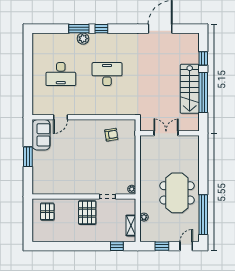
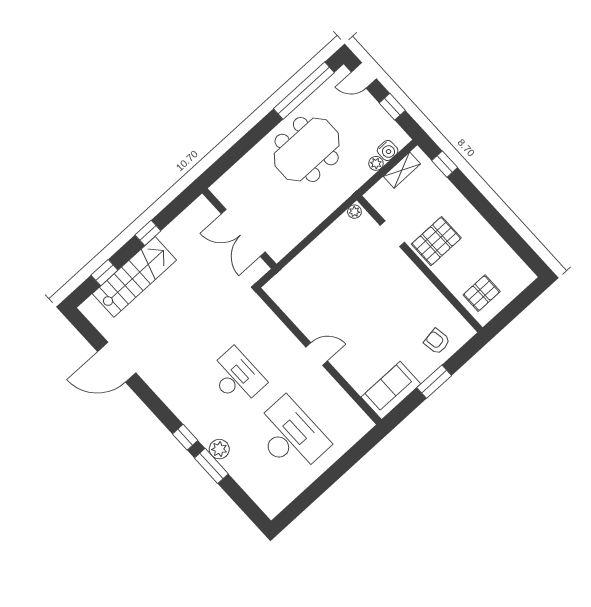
desk: (61, 74) -> (290, 436), width x1.36, depth x1.30
desk: (107, 74) -> (237, 377), turned 180
stairs: (190, 89) -> (134, 277), moved
window: (203, 92) -> (148, 233), width x0.32
door: (61, 117) -> (317, 354), moved
double door: (166, 133) -> (243, 233), width x1.37
armchair: (111, 135) -> (437, 341), moved
water cooler: (145, 227) -> (388, 151), added

